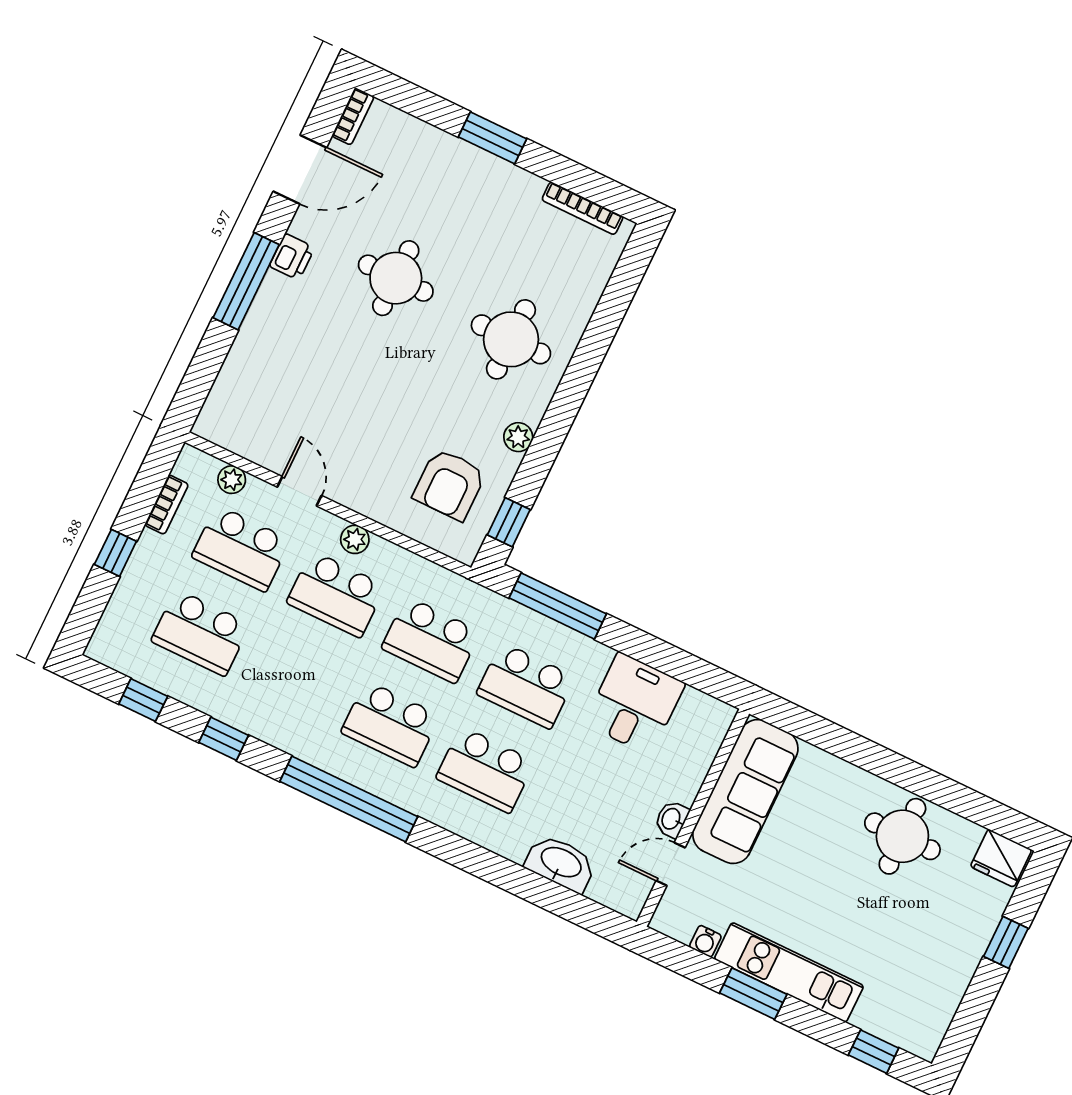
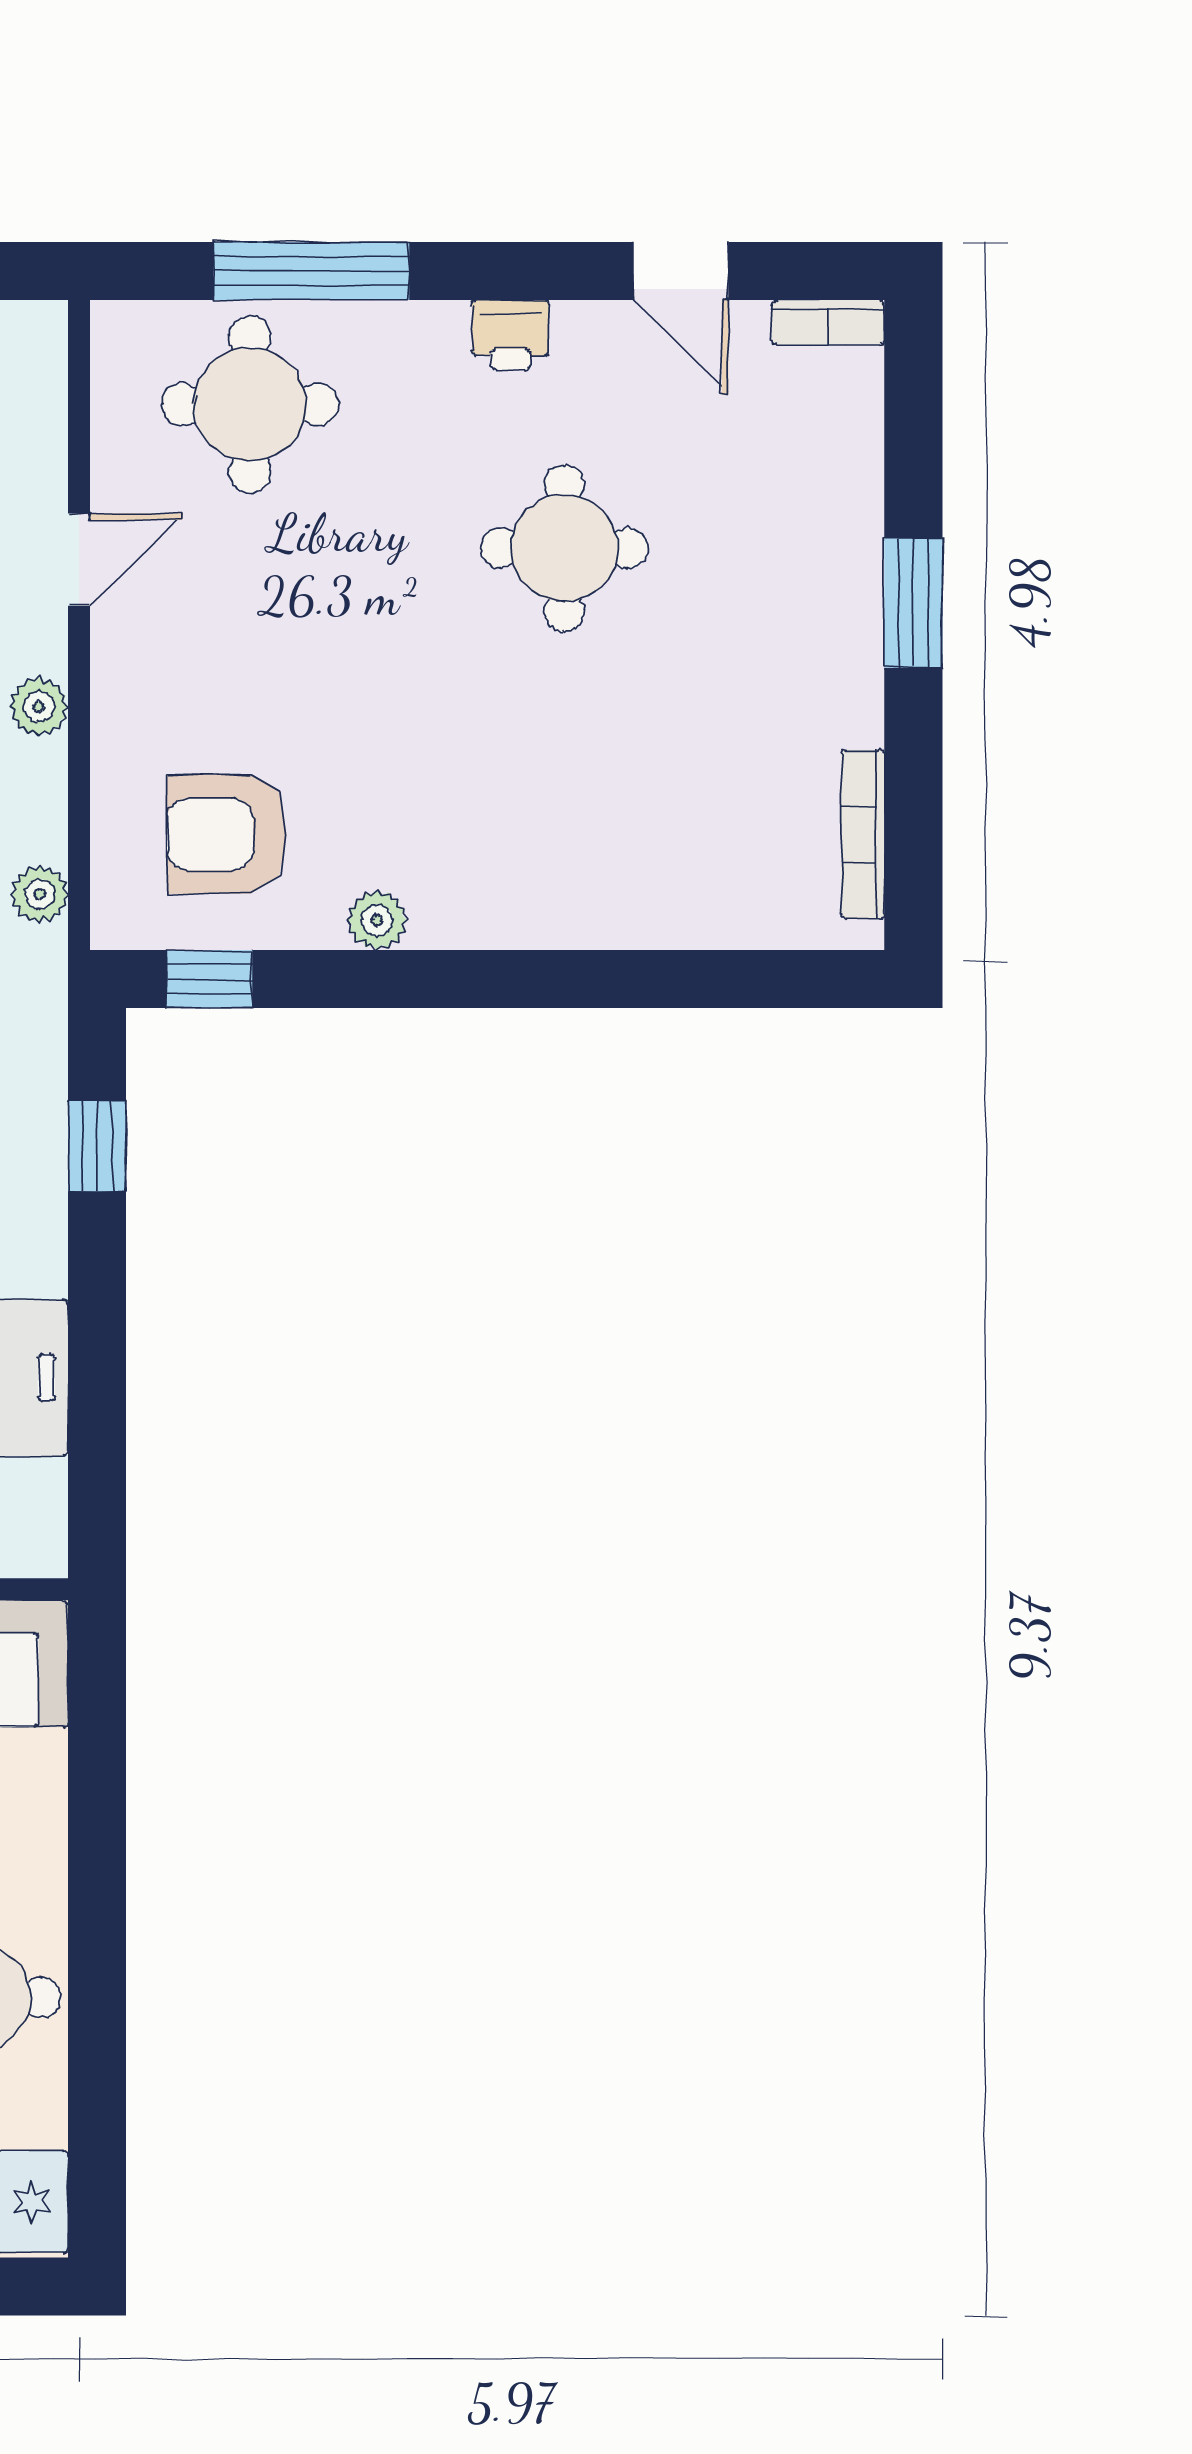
door: (300, 170) -> (681, 271), width x0.73
window: (246, 281) -> (311, 271), moved
round table: (511, 339) -> (250, 405), moved
plant: (232, 480) -> (40, 894), moved
window: (558, 606) -> (97, 1146), width x0.46

